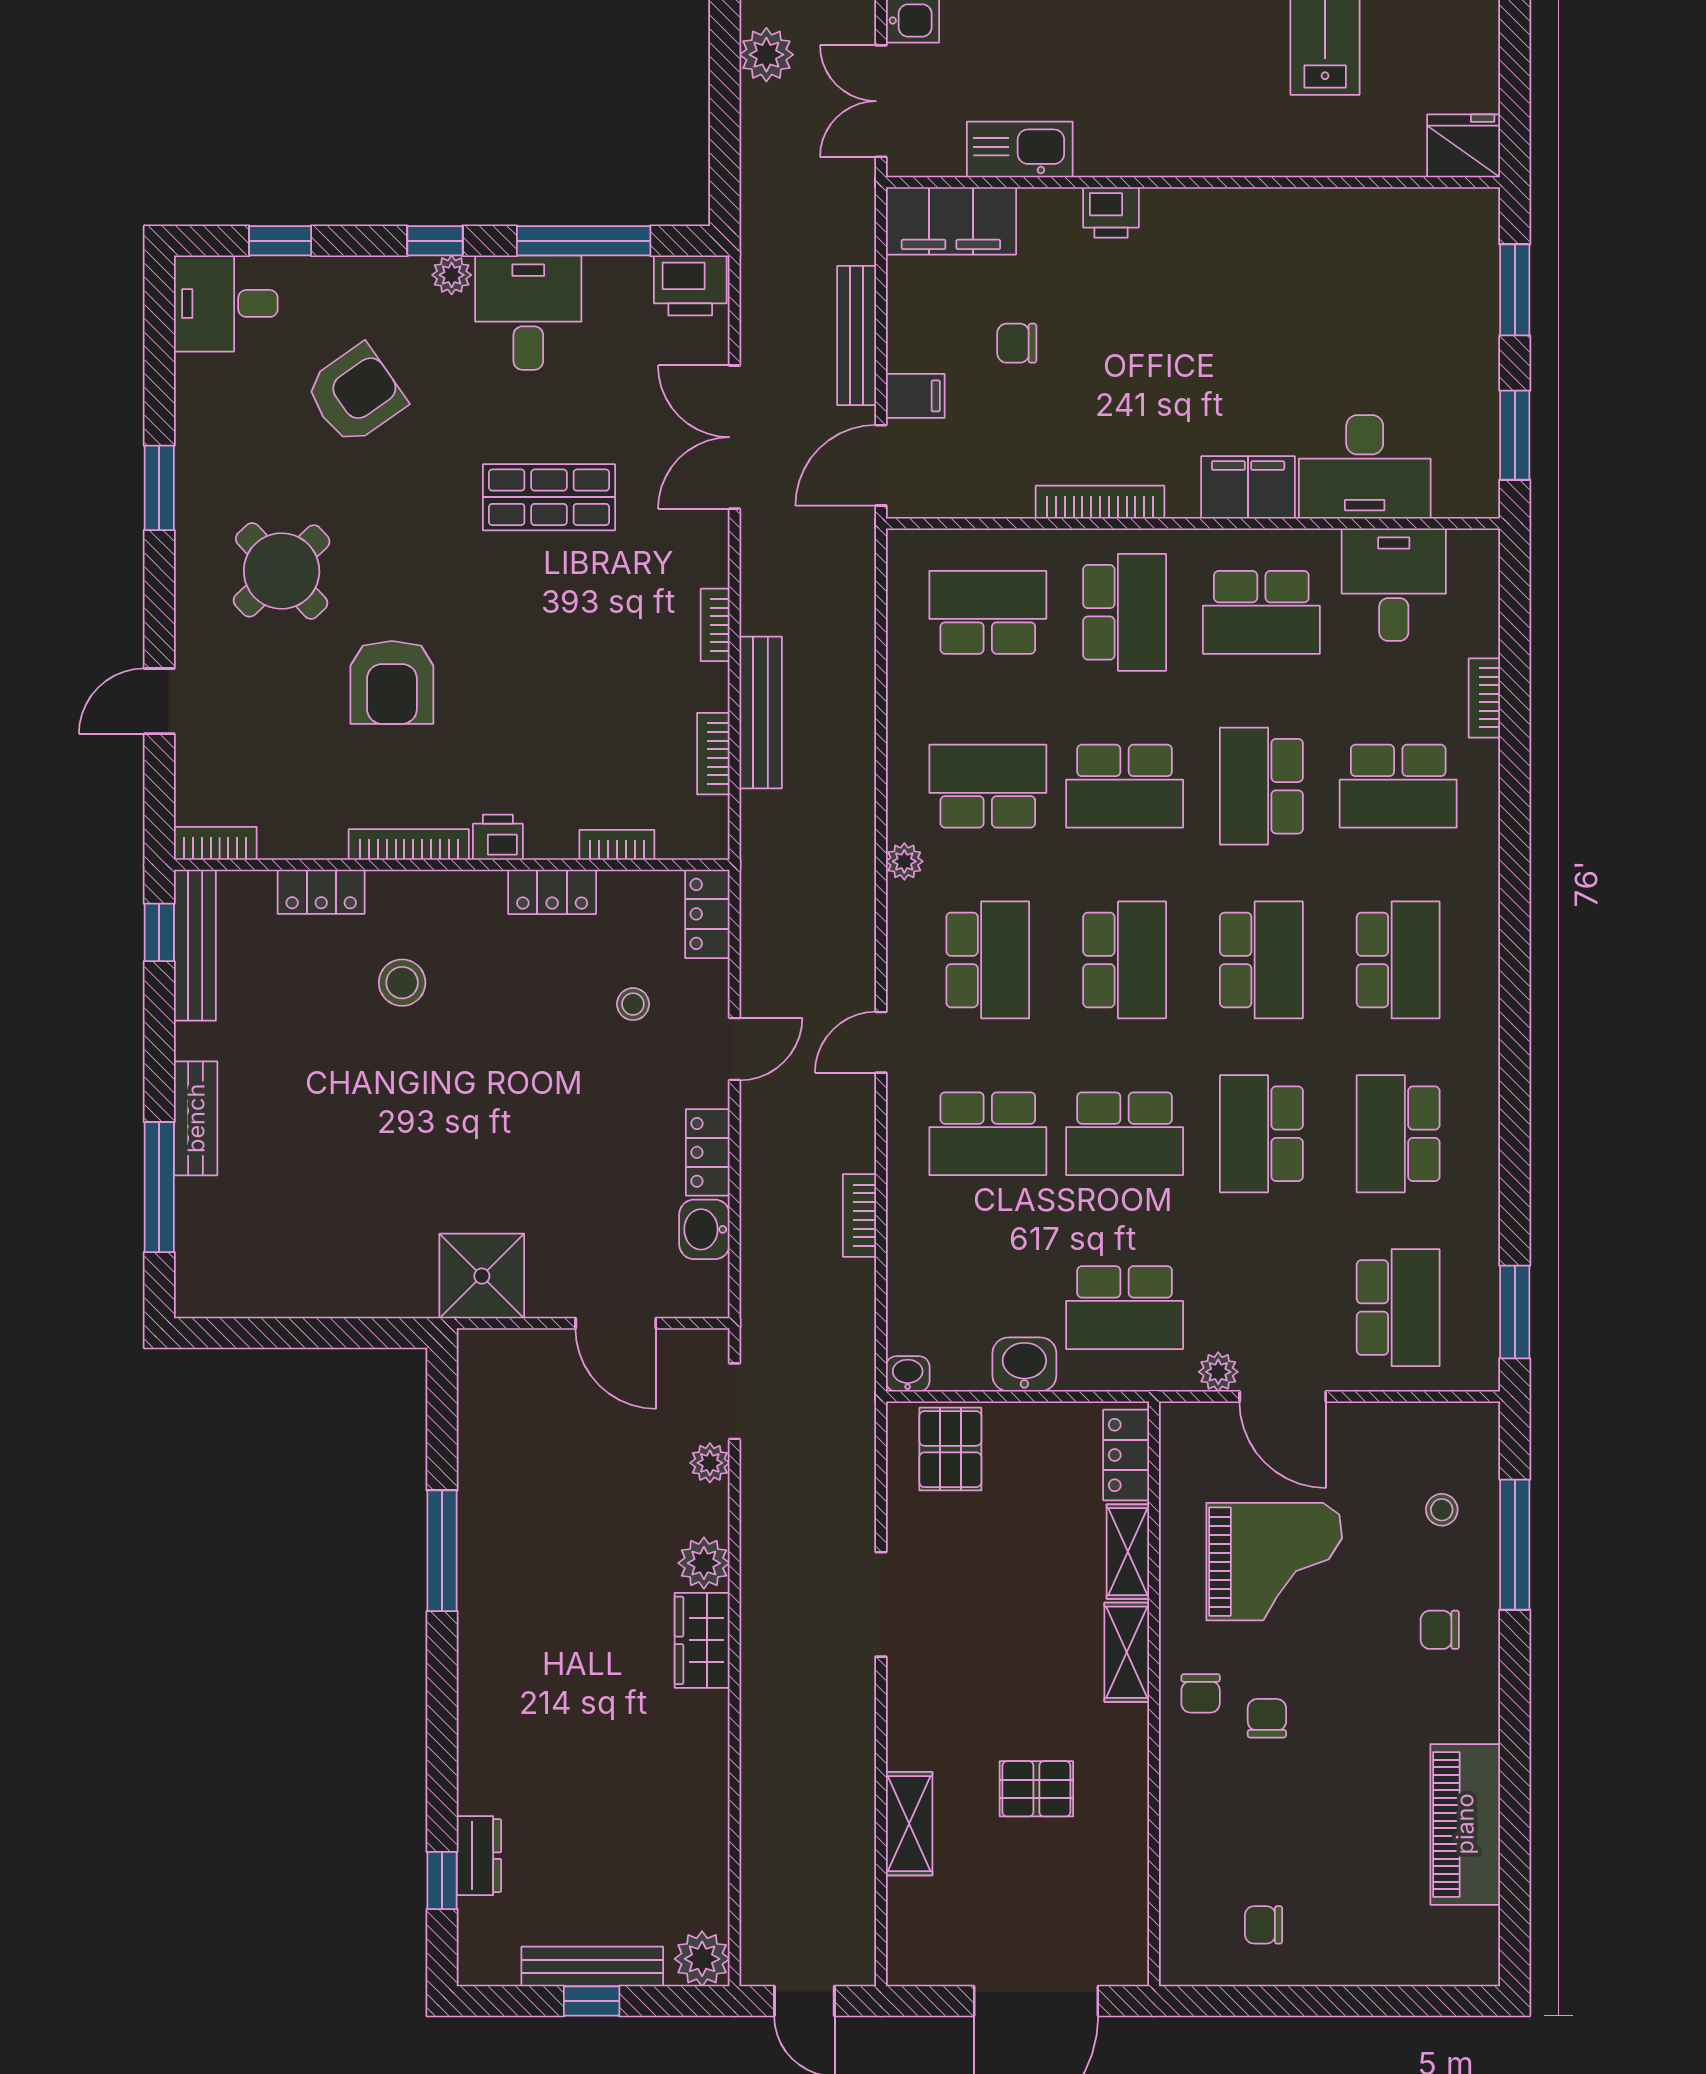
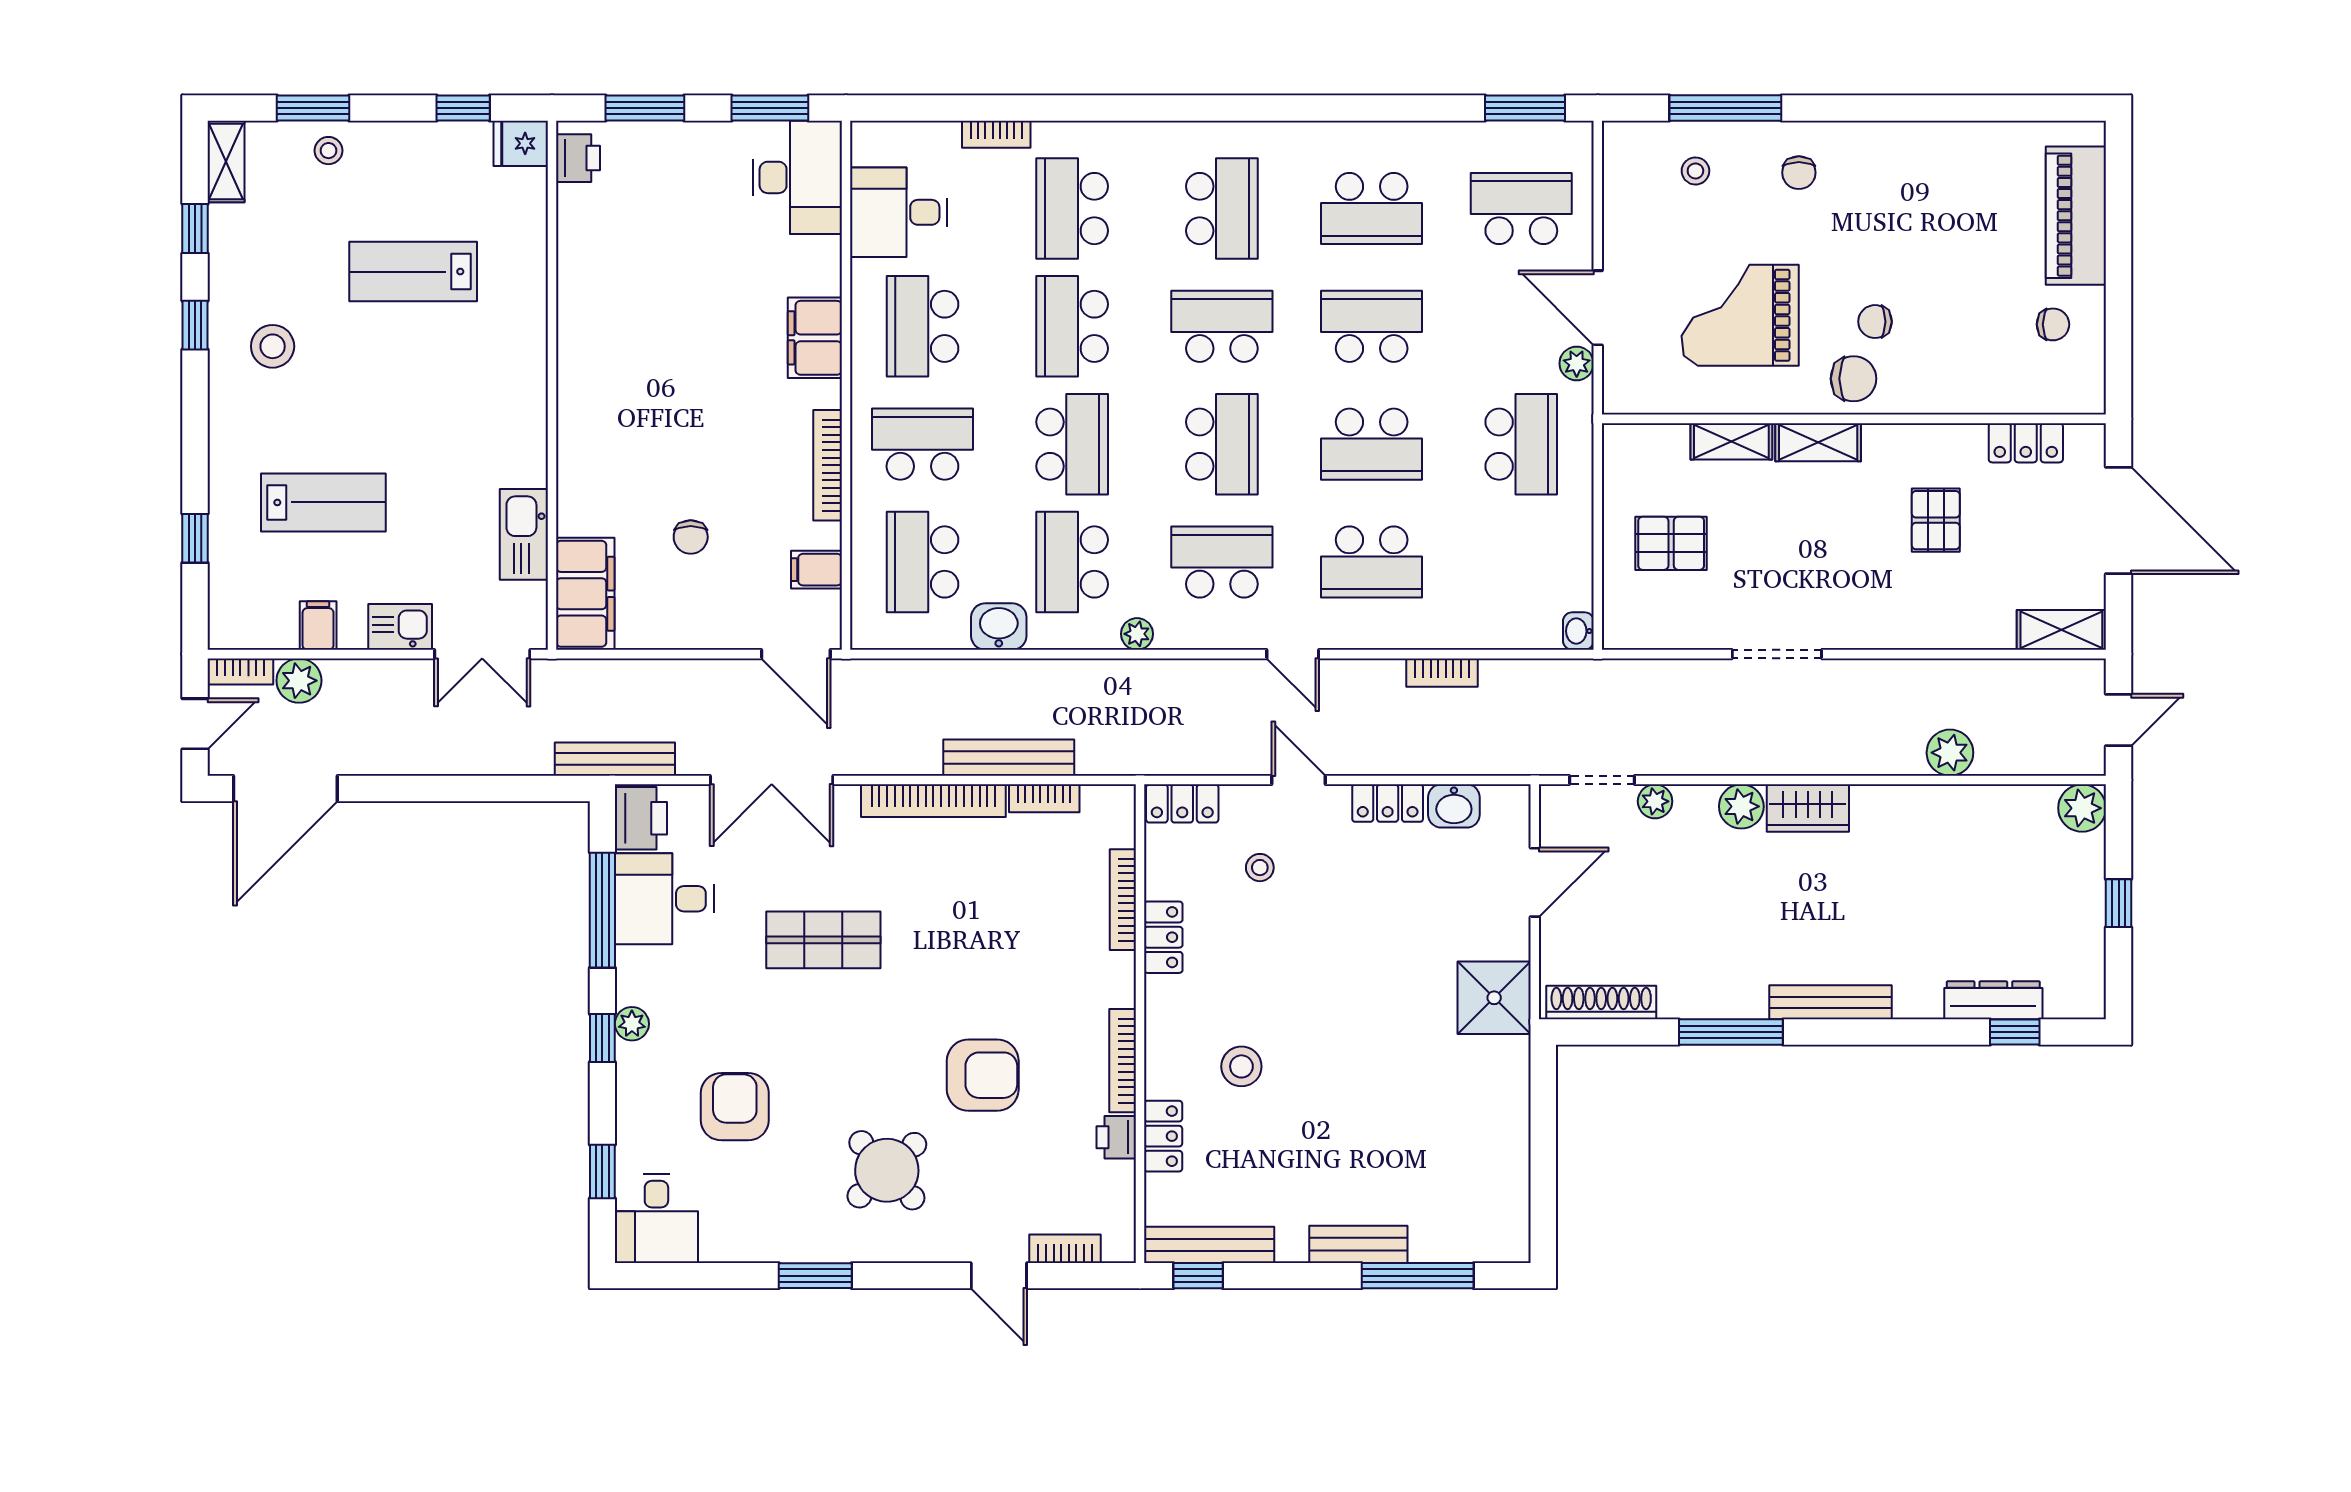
plant: (766, 55) -> (1950, 753), moved
window: (1515, 79) -> (463, 108), added
fridge: (1464, 146) -> (521, 143), width x0.72
printer: (1111, 212) -> (578, 158), moved
desk: (528, 313) -> (664, 899), moved
bench: (857, 335) -> (615, 759), moved
armchair: (355, 394) -> (735, 1107), turned 35
filing cabinet: (915, 396) -> (816, 570), moved, turned -90
desk: (1365, 467) -> (797, 177), moved
shop shelf: (549, 497) -> (823, 940), turned 90
school desk: (1261, 612) -> (922, 326), turned 180
bookcase: (715, 625) -> (933, 801), width x2.31, depth x1.31
school desk: (1261, 786) -> (1072, 326), turned 90
school desk: (1398, 786) -> (1072, 209), turned 180
printer: (498, 837) -> (1116, 1137), moved
bookcase: (215, 843) -> (1065, 1249), moved, turned 90
bookcase: (617, 845) -> (1123, 900), width x1.56
school desk: (1125, 960) -> (1222, 444), turned 90
school desk: (1398, 960) -> (1222, 209), turned 90
school desk: (988, 1134) -> (1372, 562), turned 90
school desk: (1125, 1134) -> (1372, 444), turned 90
school desk: (1261, 1134) -> (1372, 326), turned 180
washbasin: (1024, 1364) -> (999, 627), moved, turned 90
door: (1283, 1396) -> (1598, 308), swing flipped
shoe rack: (476, 1400) -> (1601, 1003), added
pallet: (950, 1449) -> (1671, 543), moved
locker: (1126, 1455) -> (2026, 443), moved
grand piano: (1274, 1562) -> (1740, 315), turned -90
chair: (1201, 1693) -> (1854, 379), width x1.37, depth x1.37
shelving: (909, 1824) -> (2061, 630), moved
piano: (1465, 1824) -> (2076, 216), moved, turned 90
dresser: (479, 1856) -> (1993, 1000), width x1.44
chair: (1264, 1925) -> (2053, 324), turned -90
bench: (592, 1967) -> (1831, 1002), moved, turned 90

